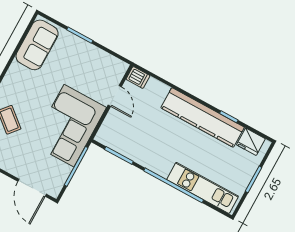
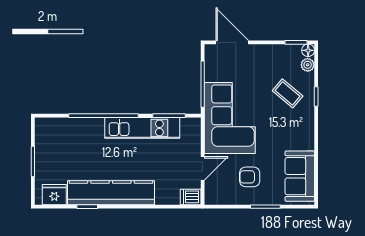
armchair: (79, 67) -> (250, 177), added
door: (115, 96) -> (203, 168), swing flipped
kitchen unit: (203, 188) -> (142, 128), moved

